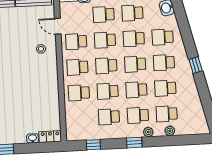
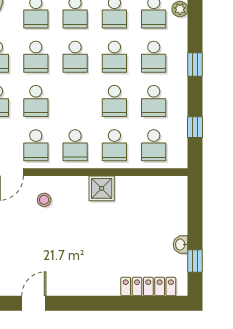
school desk: (106, 66) -> (154, 145), moved
shower: (50, 86) -> (102, 188), added
plant: (148, 132) -> (180, 42), removed
locker: (50, 137) -> (179, 193), removed
washbasin: (32, 138) -> (181, 245), moved

